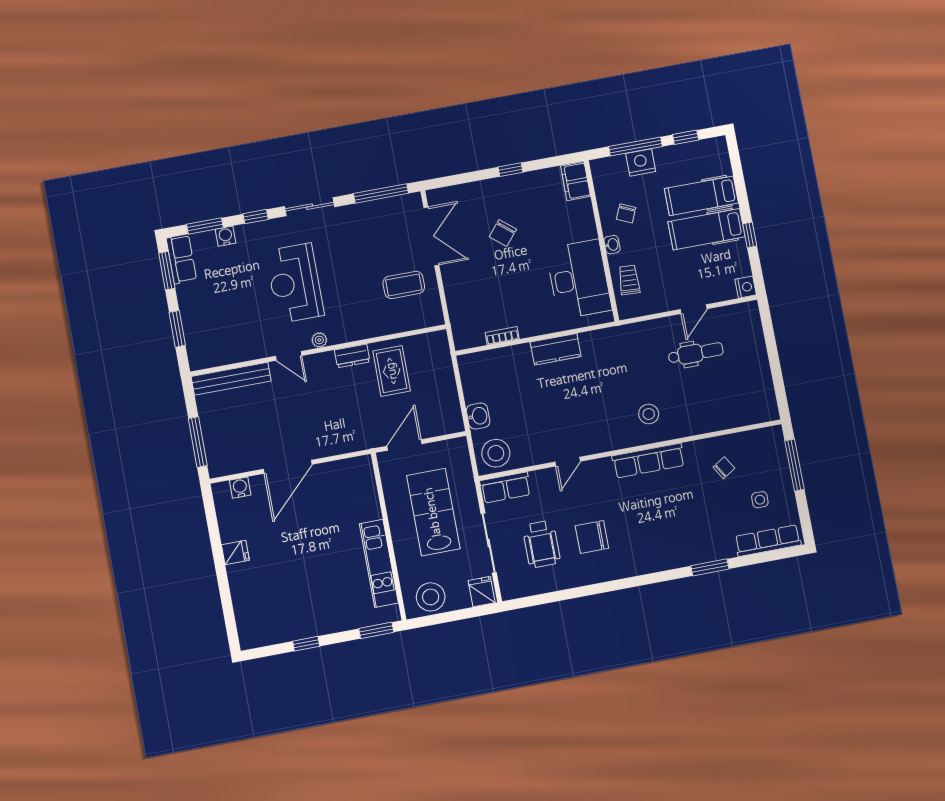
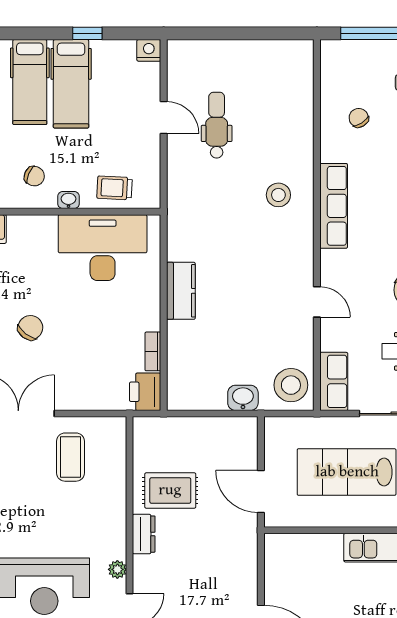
chair: (503, 233) -> (30, 328), turned -93
printer: (468, 336) -> (145, 392), added

